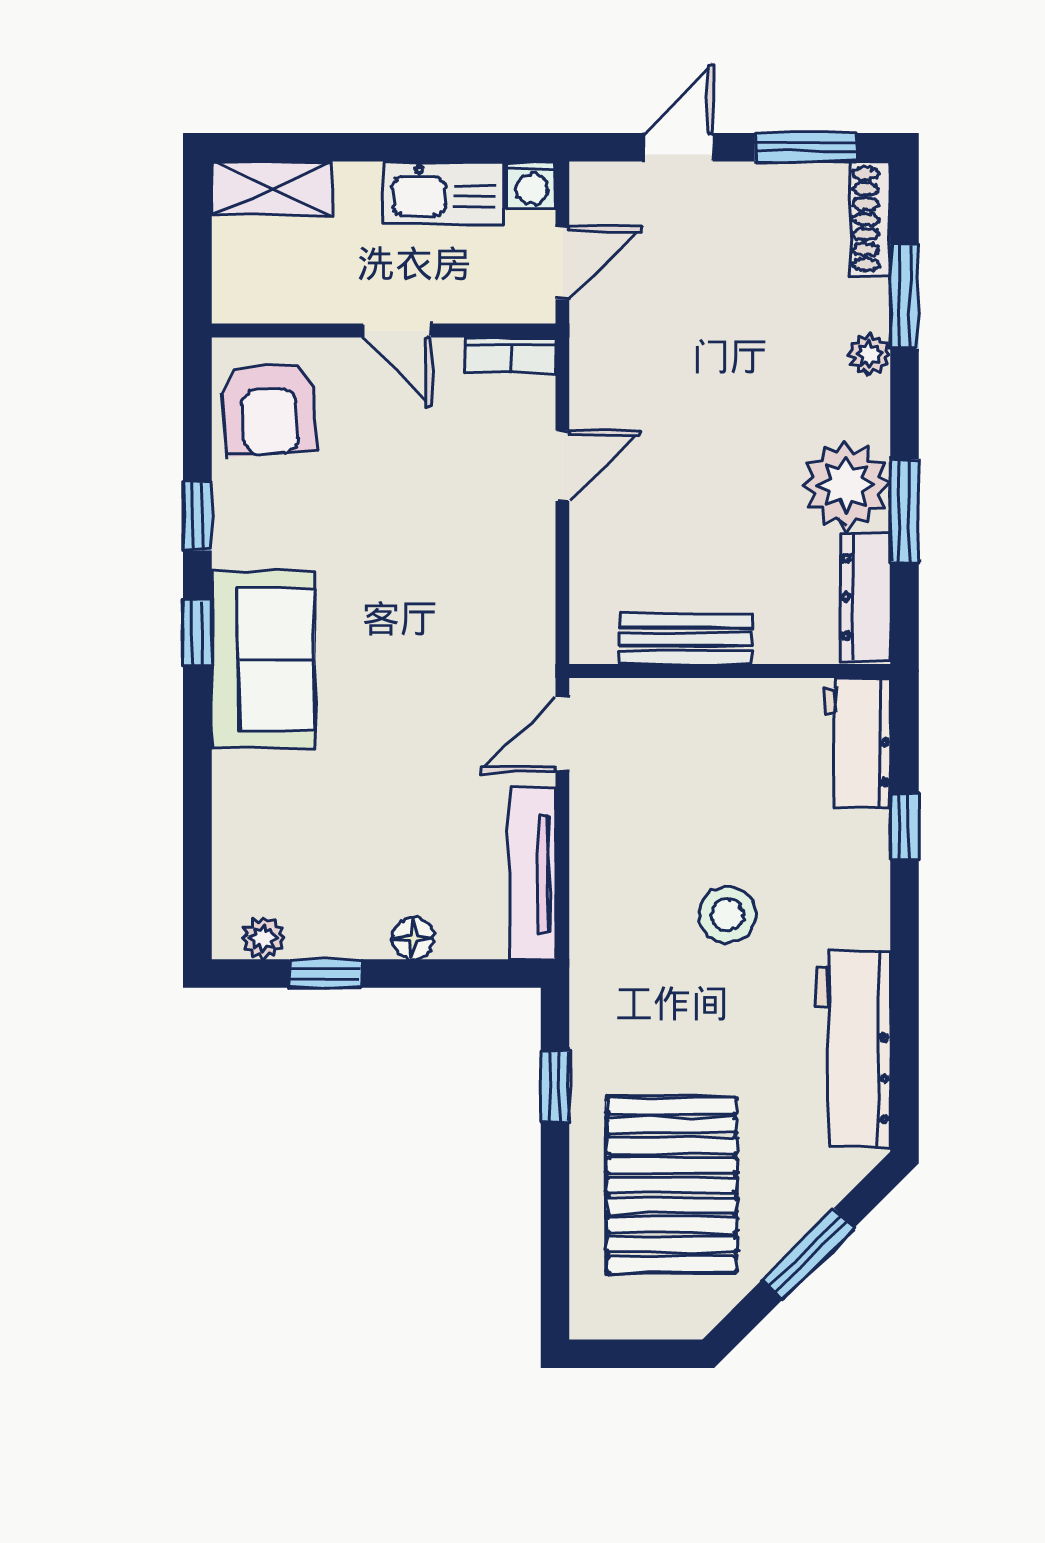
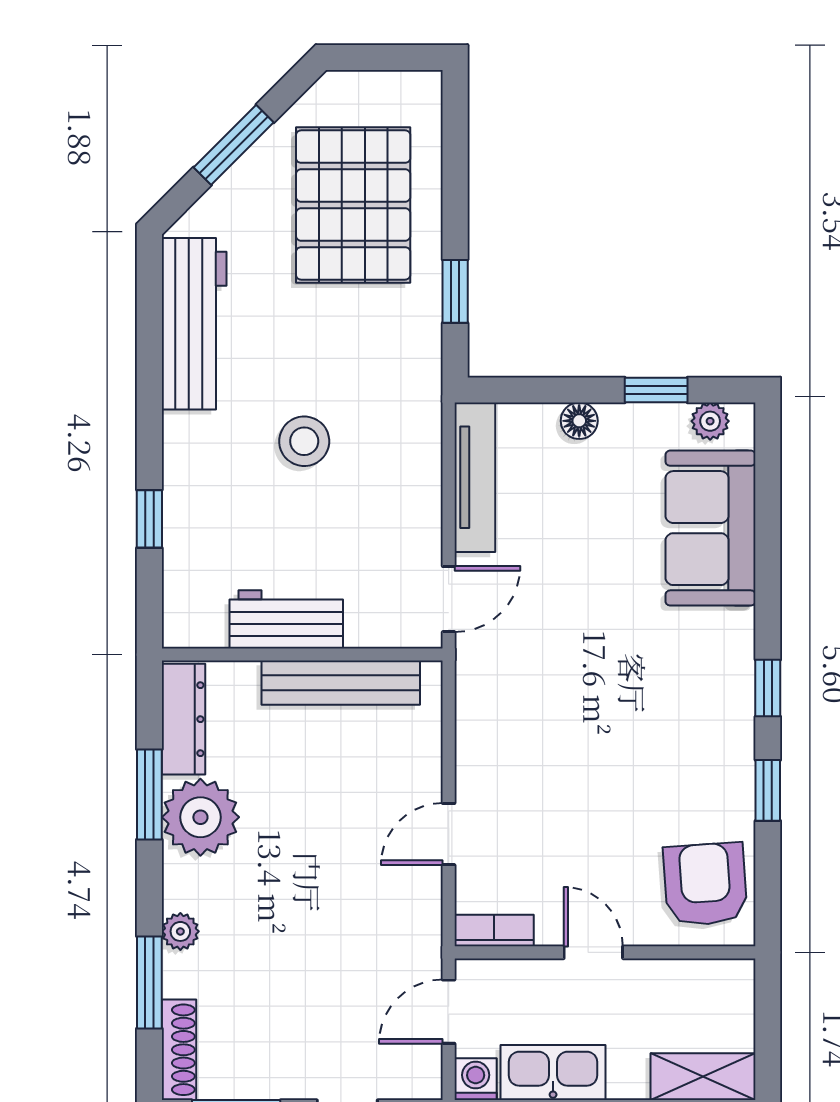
bench: (686, 639) -> (341, 683), width x1.36
sofa: (263, 660) -> (710, 528), moved
workbench: (857, 743) -> (286, 619), moved, turned -90

